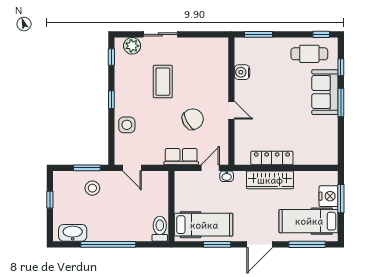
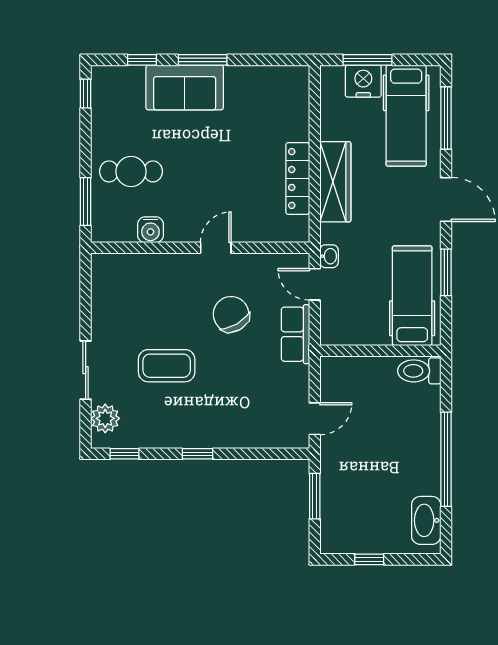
cafe table: (309, 54) -> (131, 171), moved, turned 90
side table: (127, 125) -> (241, 427), removed
stool: (92, 188) -> (349, 487), removed

